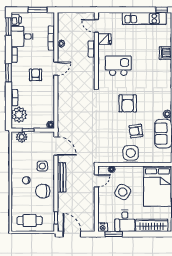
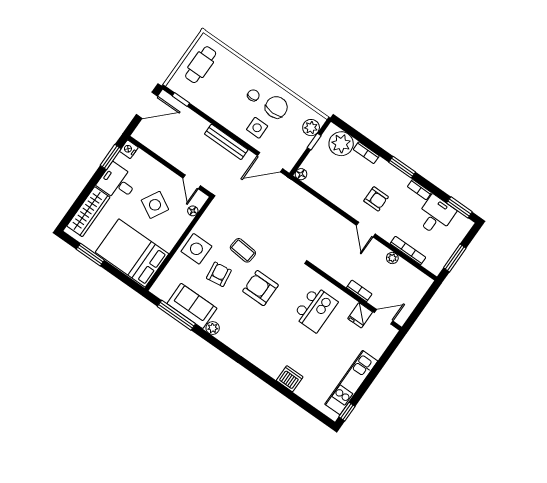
printer: (16, 20) -> (461, 223), removed
coffee table: (114, 127) -> (243, 250), added
chair: (43, 191) -> (276, 107), moved

